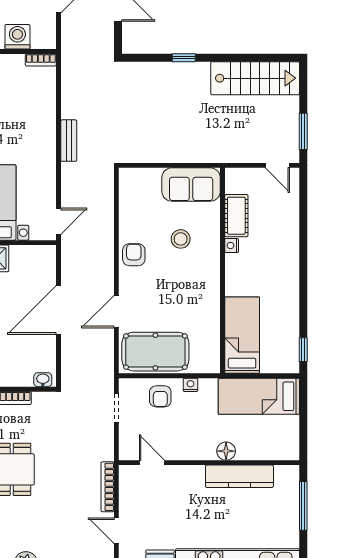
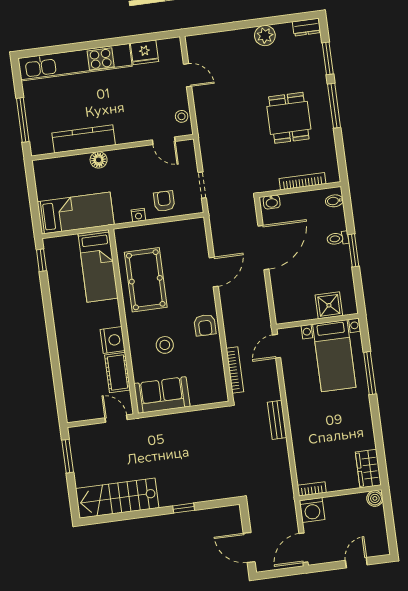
washing machine: (17, 37) -> (312, 510), moved
door: (277, 165) -> (116, 419), moved
nightstand: (232, 246) -> (113, 340), width x1.89, depth x1.79
door: (58, 310) -> (263, 248), moved
pool table: (155, 352) -> (146, 280), moved, turned 90
bookcase: (108, 487) -> (235, 370), moved
stool: (129, 487) -> (182, 116), added

